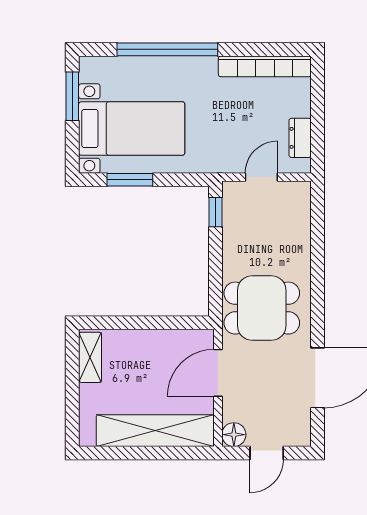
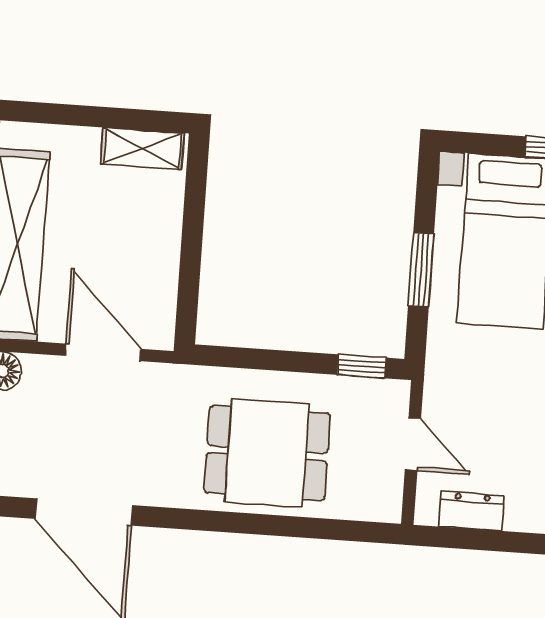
window: (130, 180) -> (421, 270), moved
dining table: (262, 308) -> (267, 453), moved, turned 90

